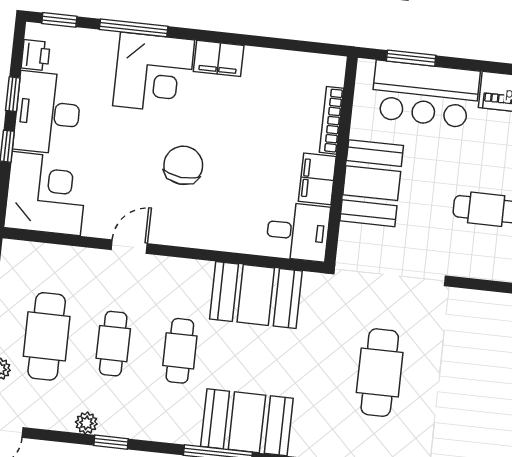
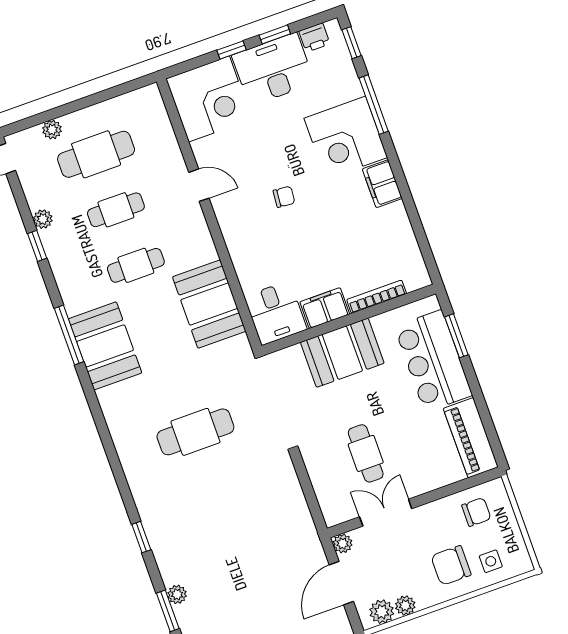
chair: (183, 165) -> (284, 197), width x0.54, depth x0.54

